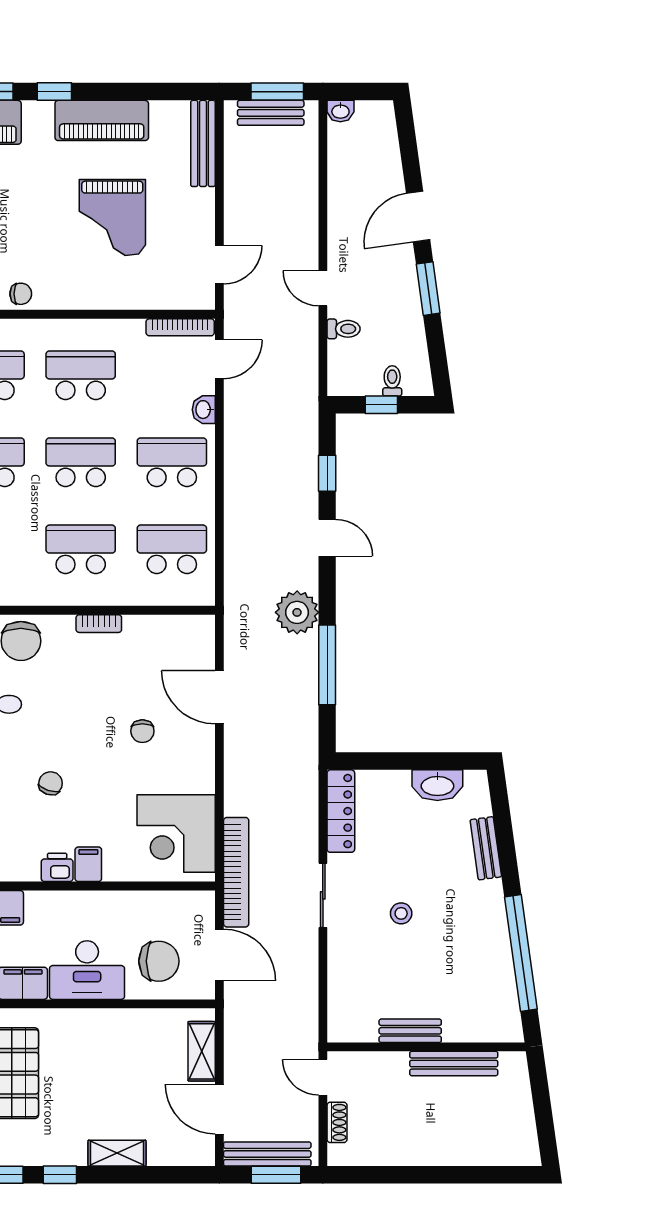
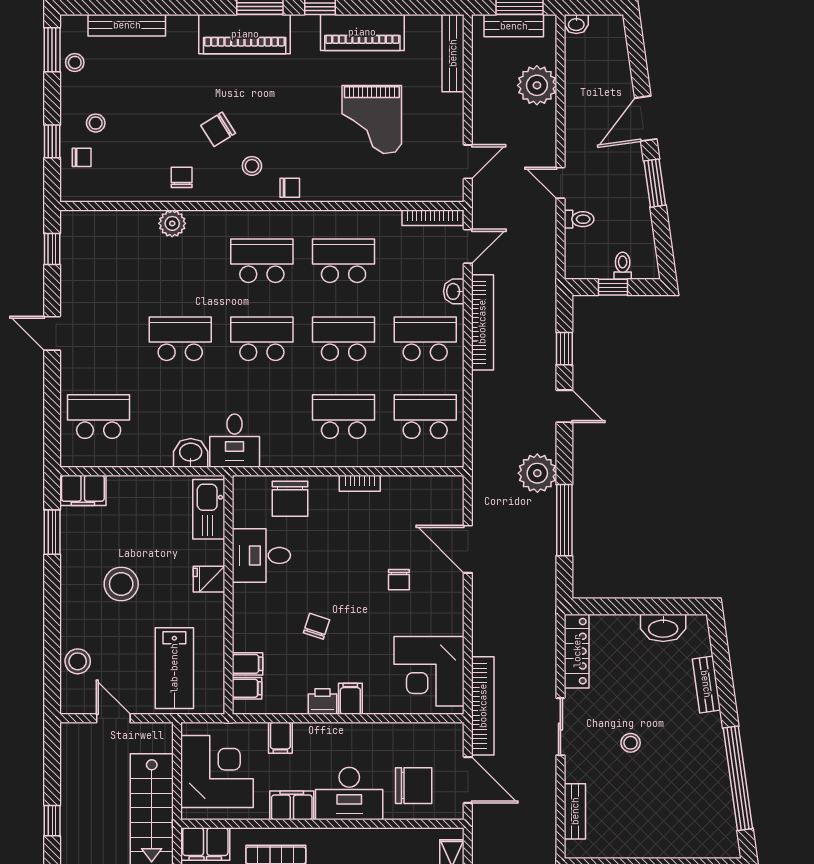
plant: (297, 179) -> (537, 85), added
bookcase: (236, 444) -> (482, 322), added
bench: (410, 1031) -> (575, 811), moved, turned 90

